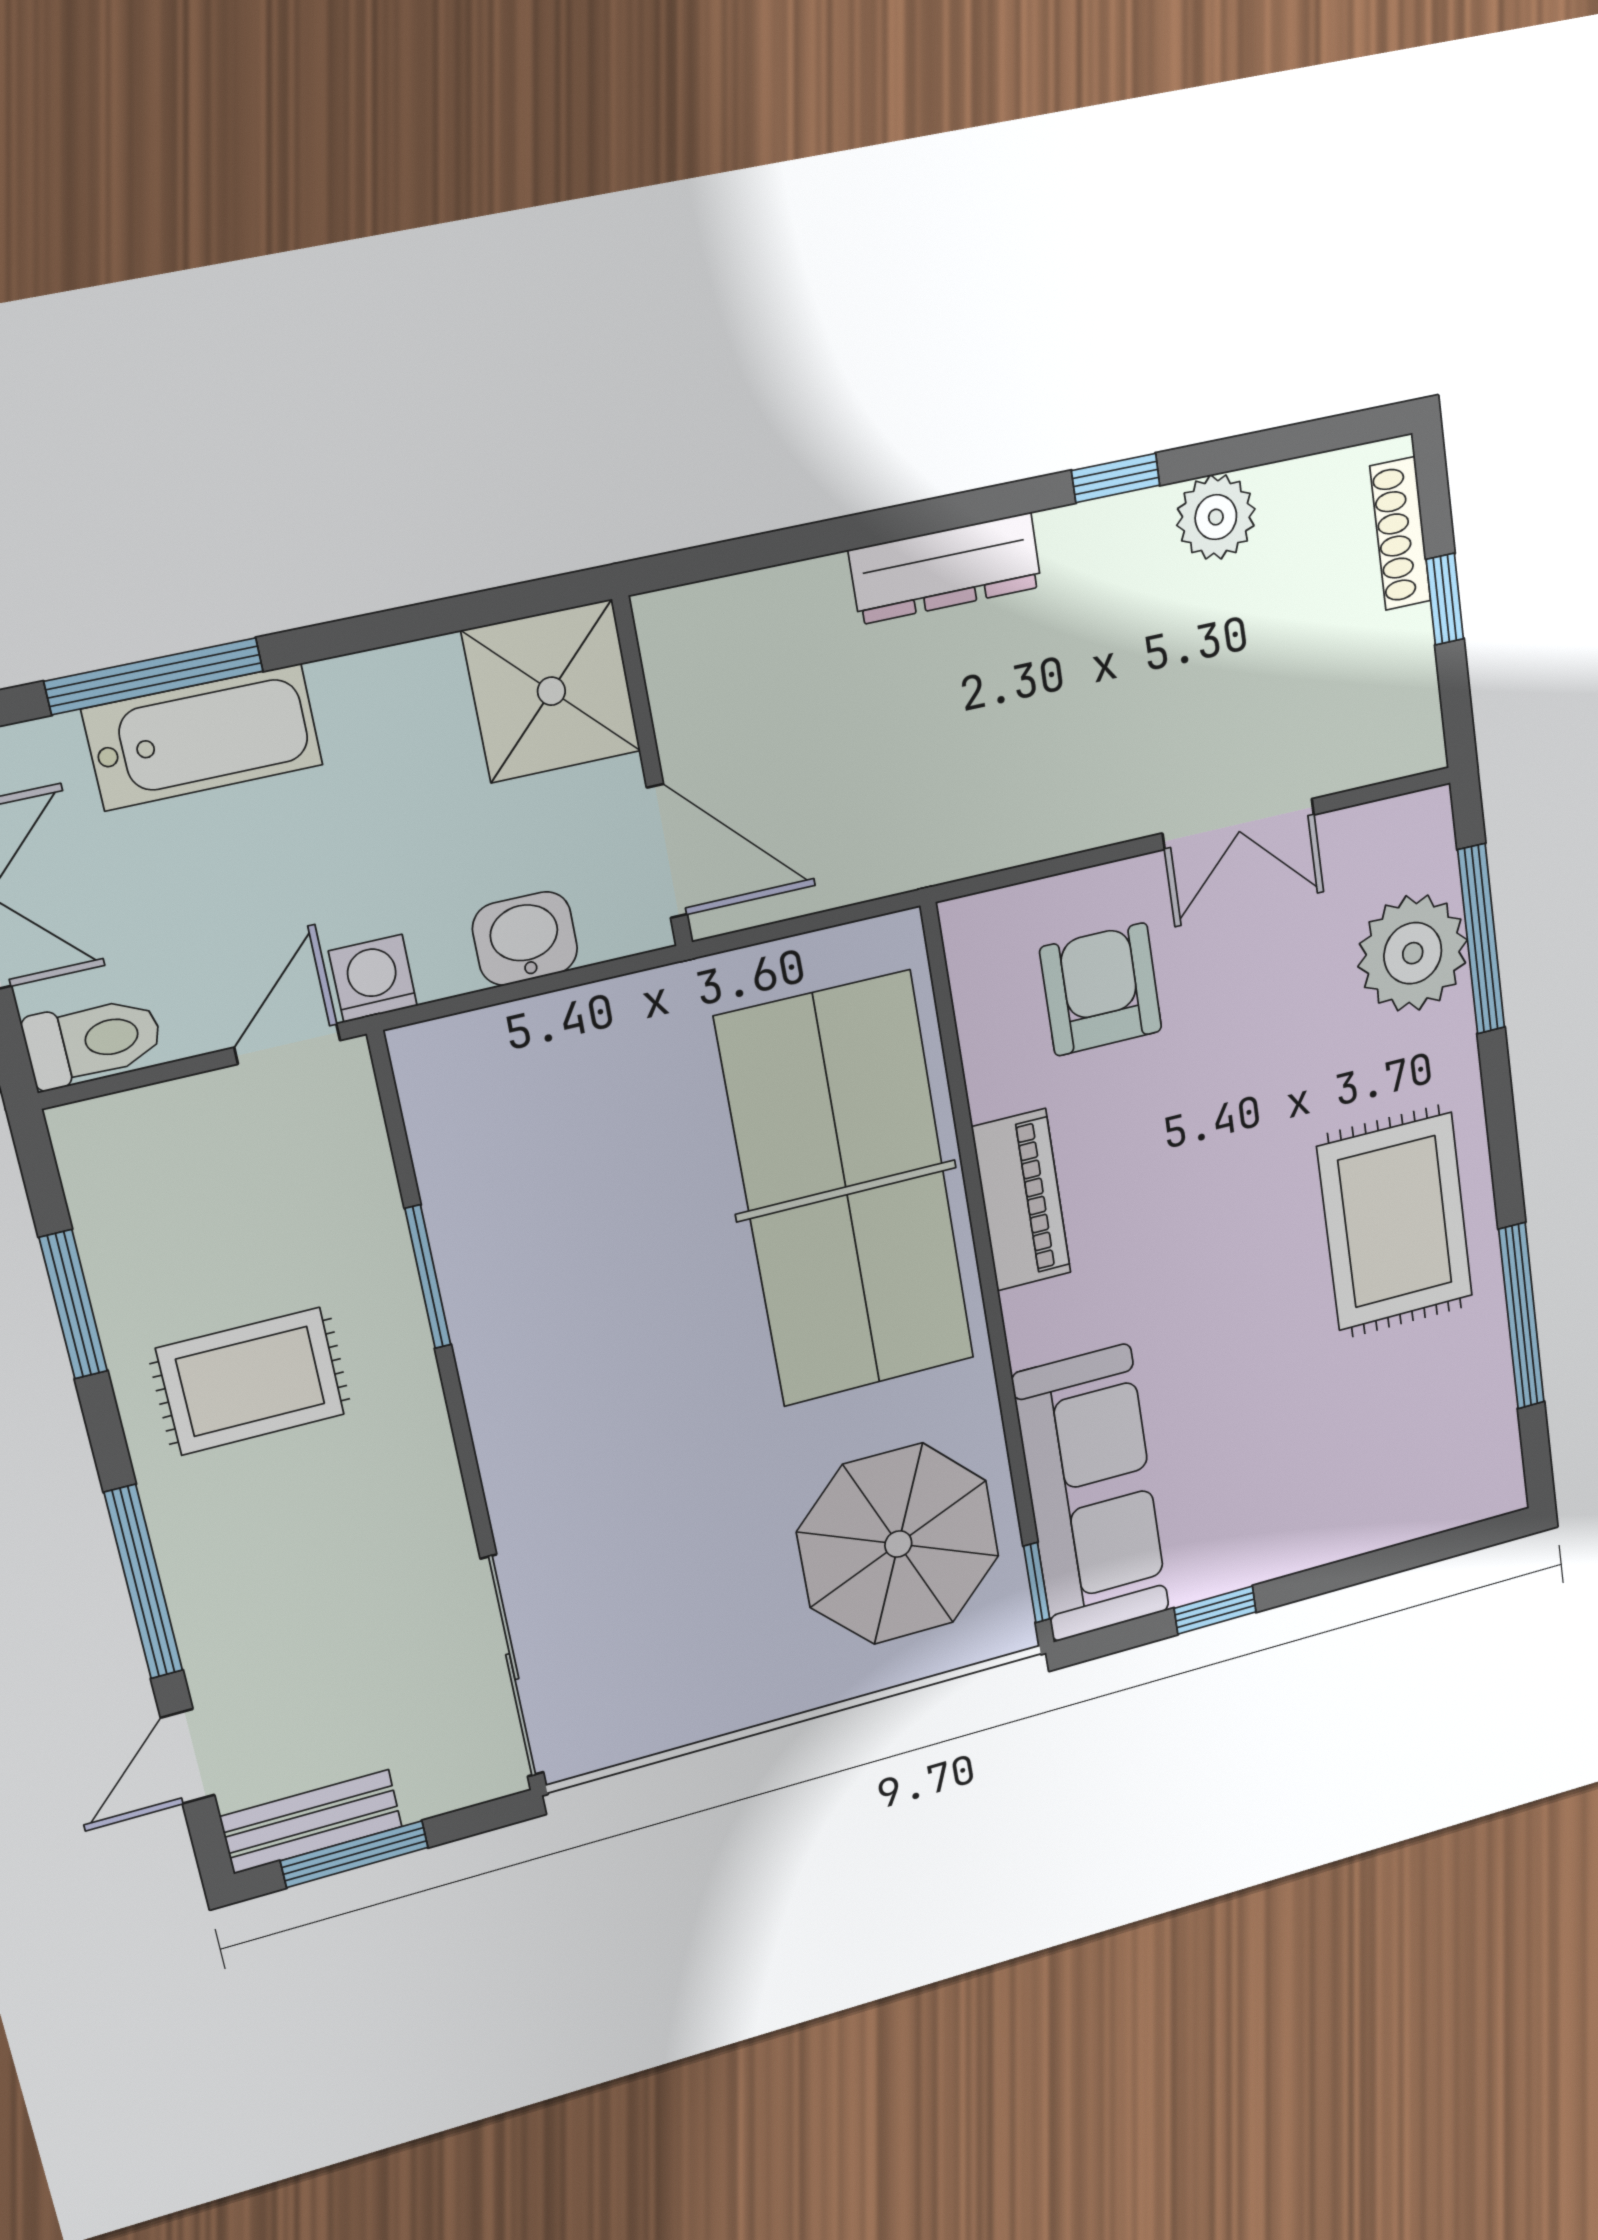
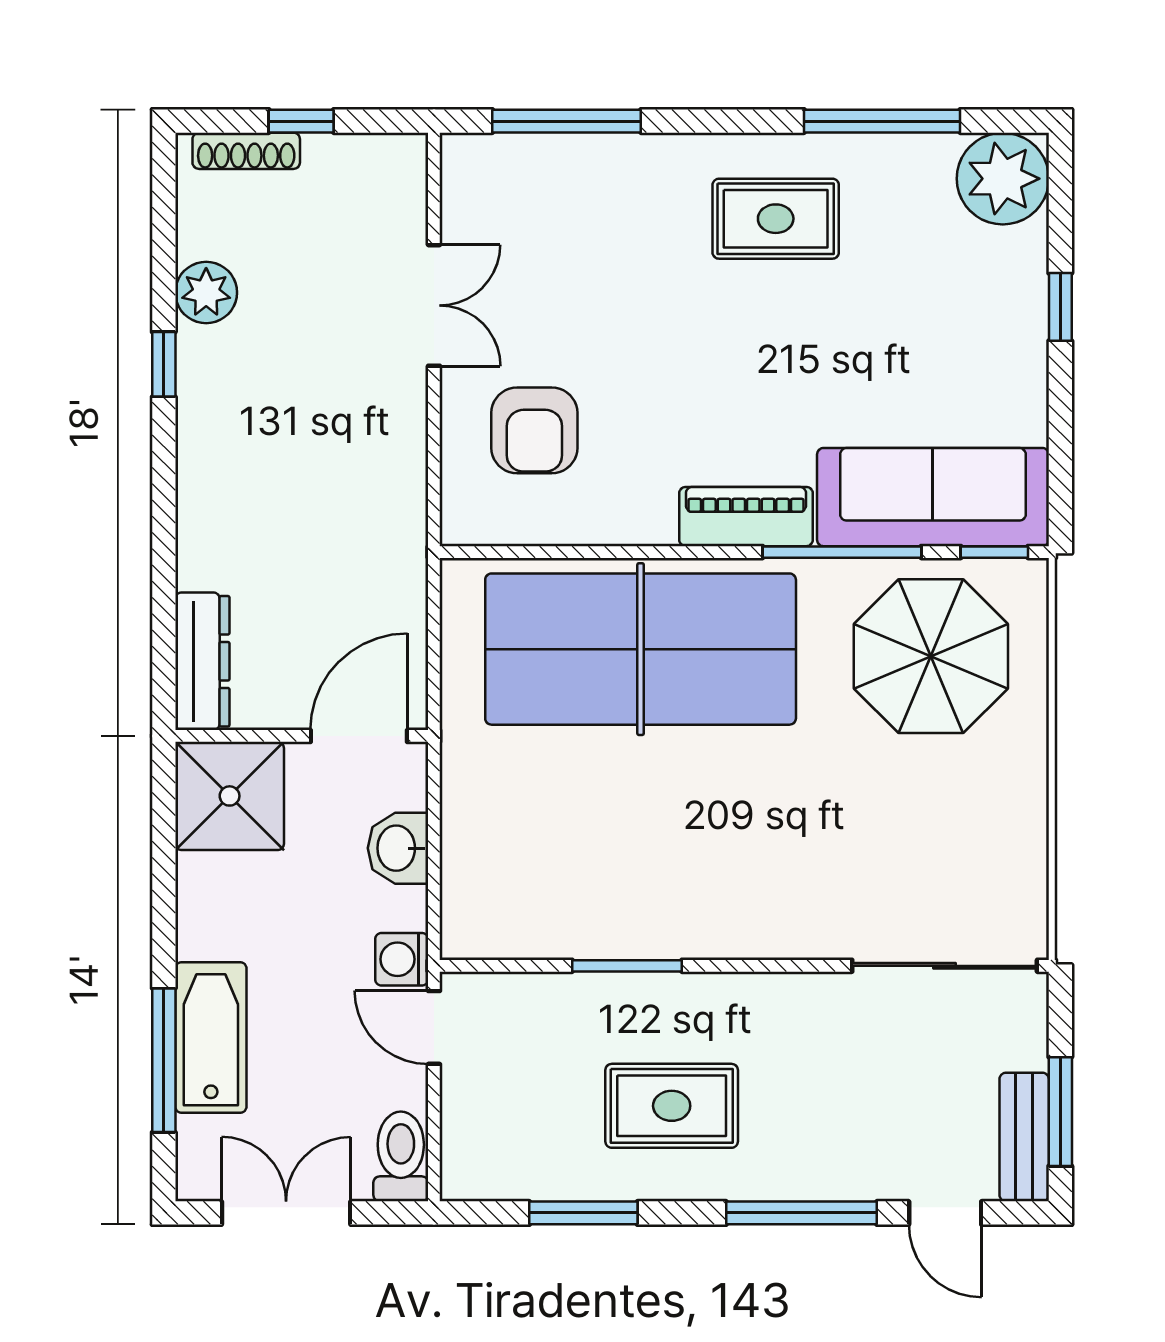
dresser: (946, 568) -> (202, 661), moved
plant: (1413, 953) -> (1003, 179), moved
armchair: (1101, 989) -> (534, 430), turned -90
piano: (1021, 1200) -> (746, 517), moved
rug: (1395, 1222) -> (776, 219), width x0.73, depth x0.70
rug: (251, 1381) -> (672, 1106), turned 90
window: (1008, 1405) -> (842, 552), added
window: (1215, 1610) -> (1060, 307), moved

